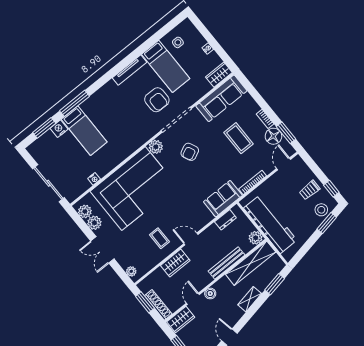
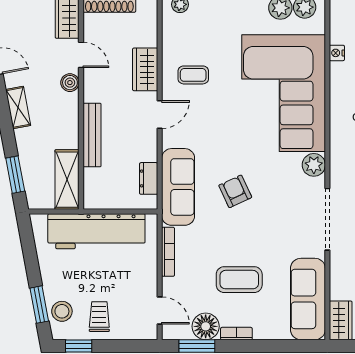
armchair: (190, 152) -> (235, 191), moved
sofa: (223, 199) -> (178, 187), width x1.36
plant: (256, 238) -> (94, 198), removed
shelving: (251, 263) -> (67, 180), width x0.68
shelving: (250, 299) -> (18, 107), moved

